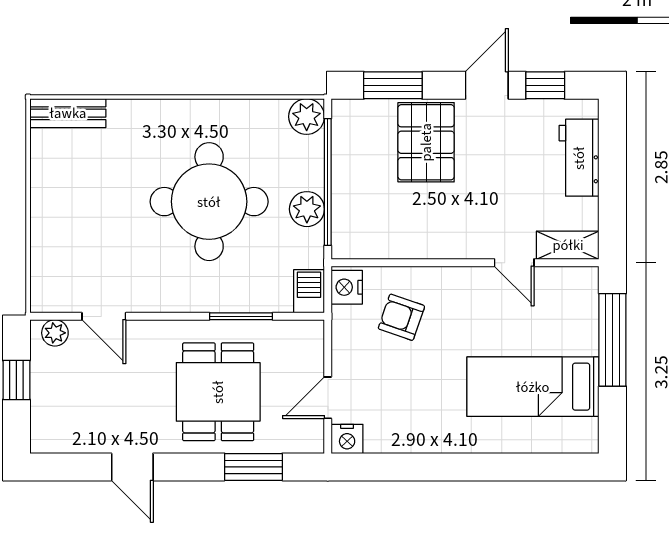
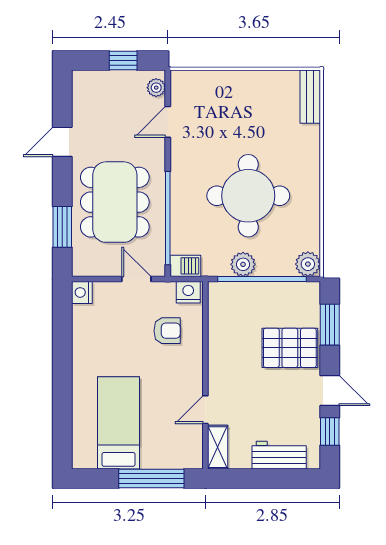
window: (241, 316) -> (168, 218), width x2.11
armchair: (401, 317) -> (167, 331), turned 71
dining table: (218, 392) -> (115, 202), width x1.38
door: (328, 398) -> (136, 279), moved

